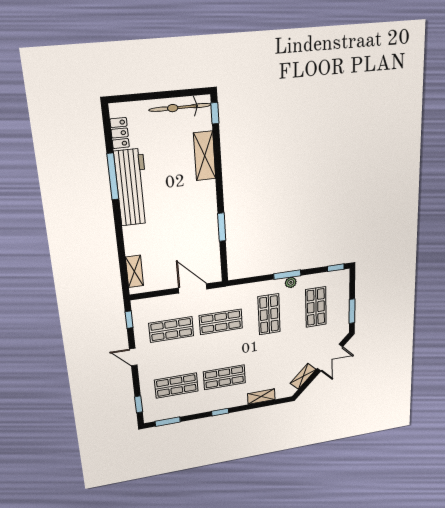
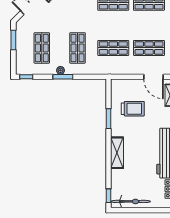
shelving: (205, 156) -> (117, 153), moved
trolley: (188, 245) -> (133, 109), added
door: (193, 288) -> (153, 77), moved

